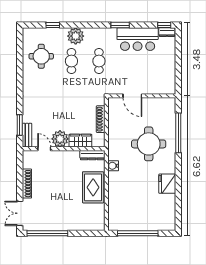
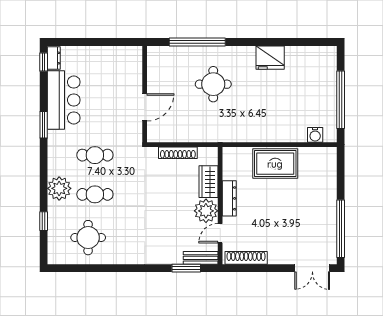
round table: (149, 144) -> (213, 84), width x0.73, depth x0.73
dresser: (92, 155) -> (229, 198), moved
water cooler: (113, 166) -> (315, 135), moved
shoe rack: (27, 184) -> (246, 258), moved

